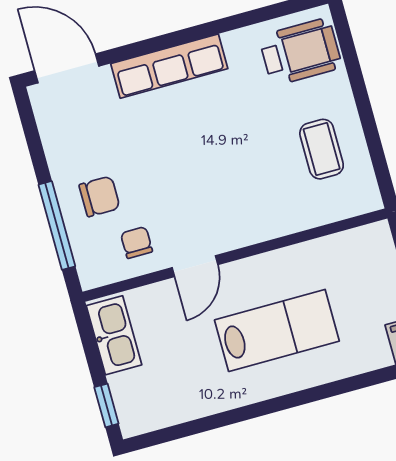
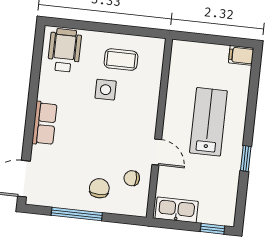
row of seats: (169, 66) -> (44, 123), width x0.68
side table: (263, 143) -> (106, 90), added
window: (57, 225) -> (77, 214), moved
window: (241, 414) -> (246, 159), added

